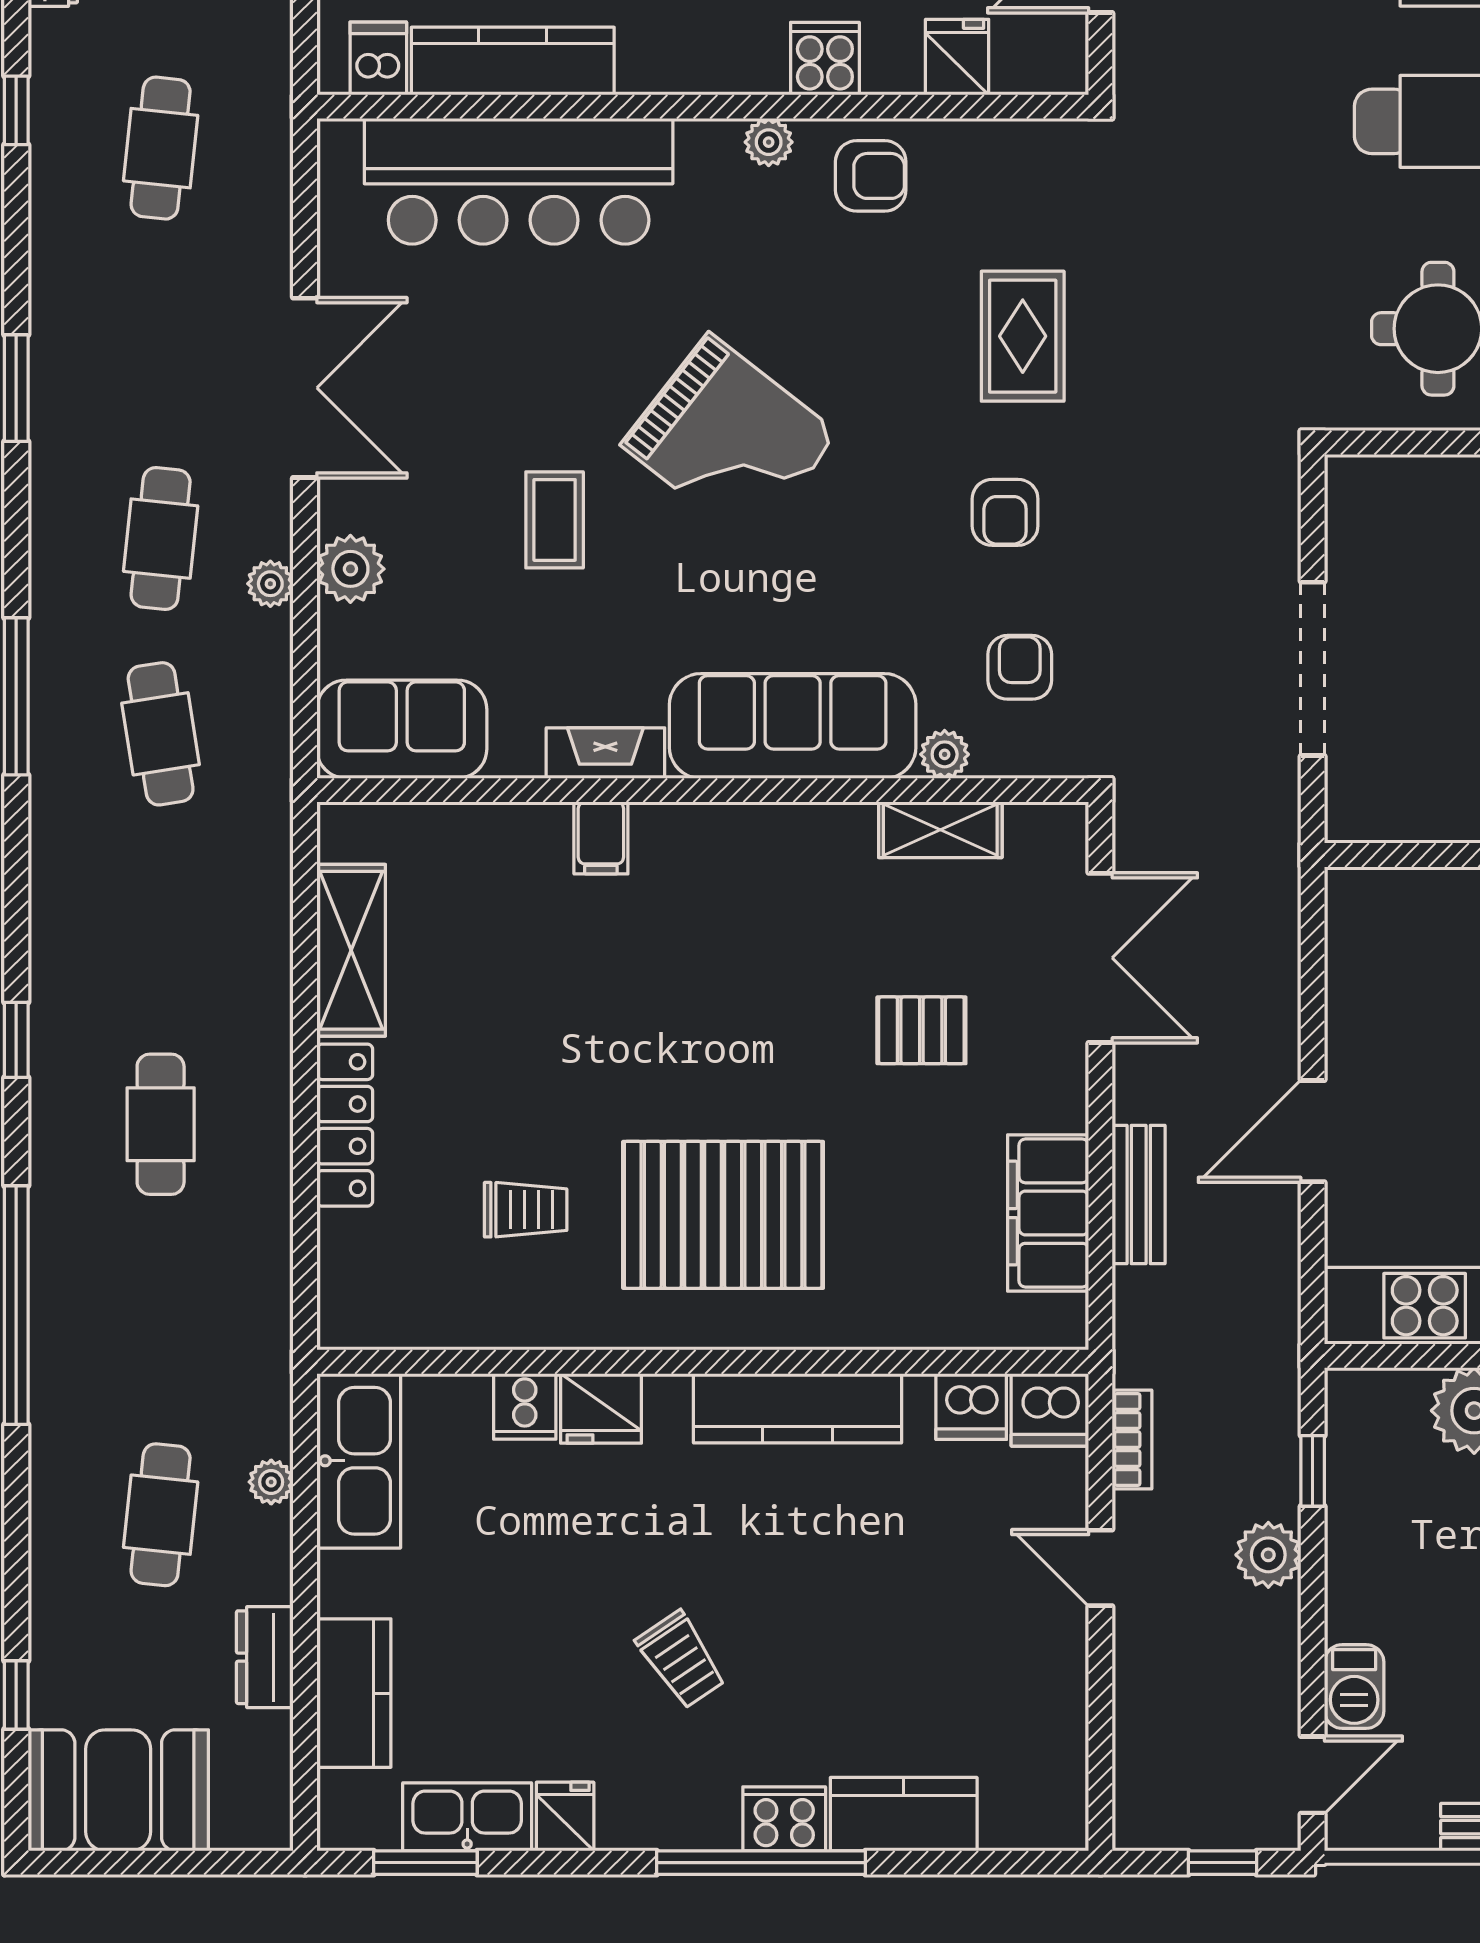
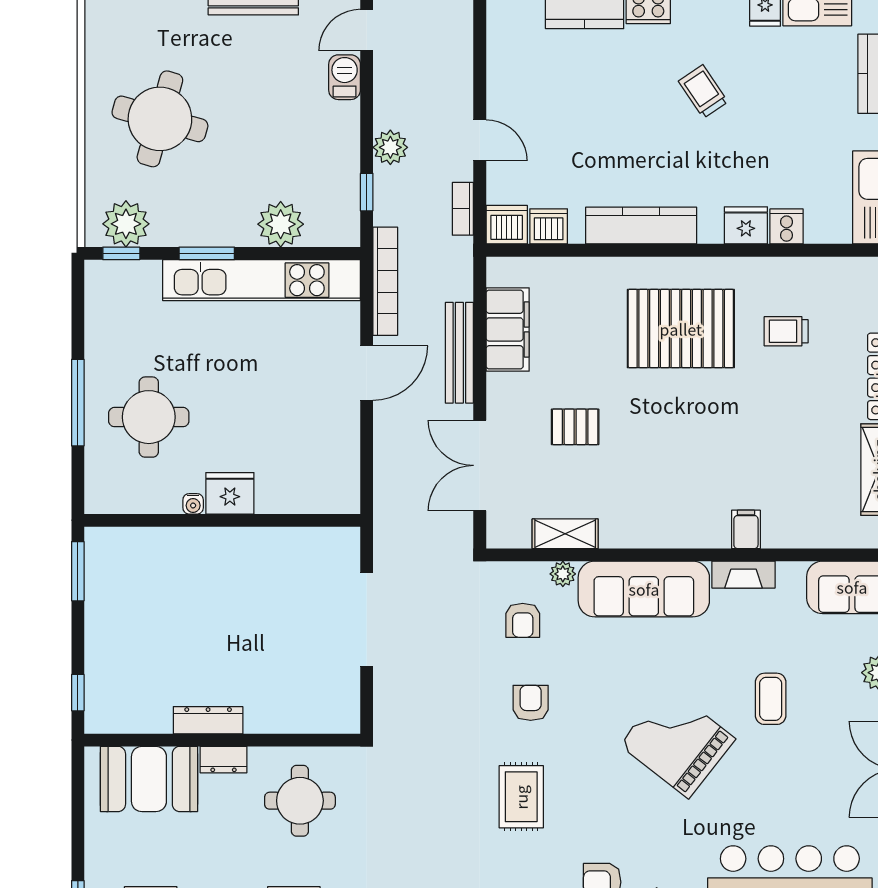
bench: (1139, 1195) -> (459, 353), width x1.36
bookcase: (1278, 1304) -> (385, 281), added

